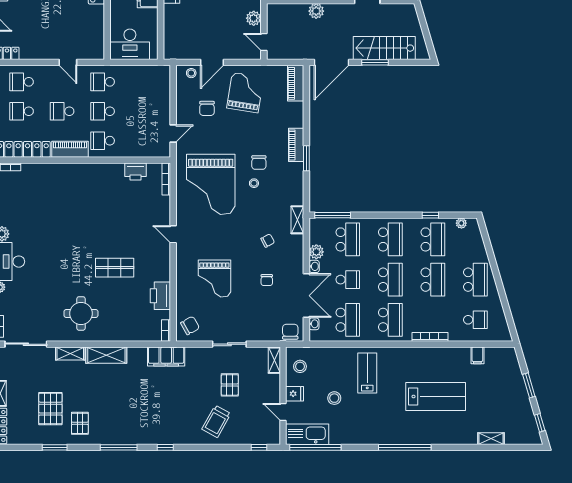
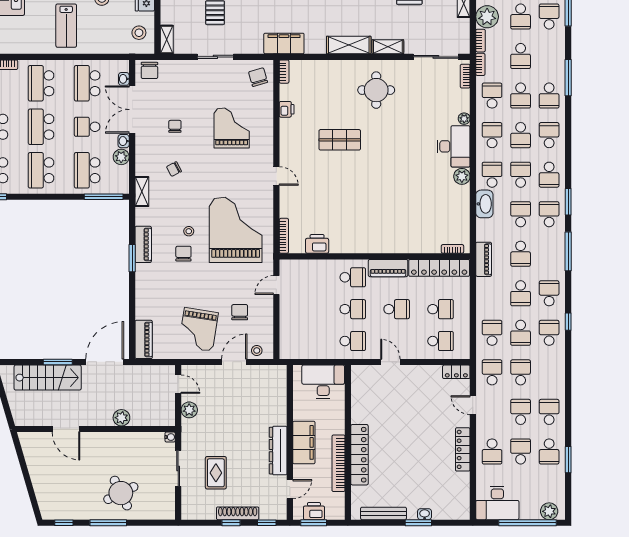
piano: (296, 145) -> (143, 244), moved
printer: (160, 296) -> (287, 109), width x0.53, depth x0.68
chair: (190, 325) -> (258, 77), turned 103

